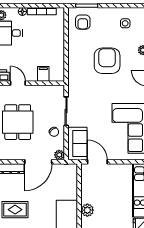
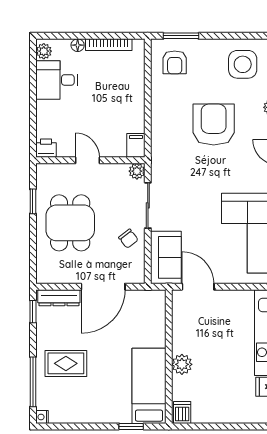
side table: (125, 23) -> (243, 64), width x1.87, depth x1.87
filing cabinet: (43, 74) -> (136, 145), moved
door: (18, 83) -> (87, 160), moved
plant: (59, 155) -> (137, 171), moved

